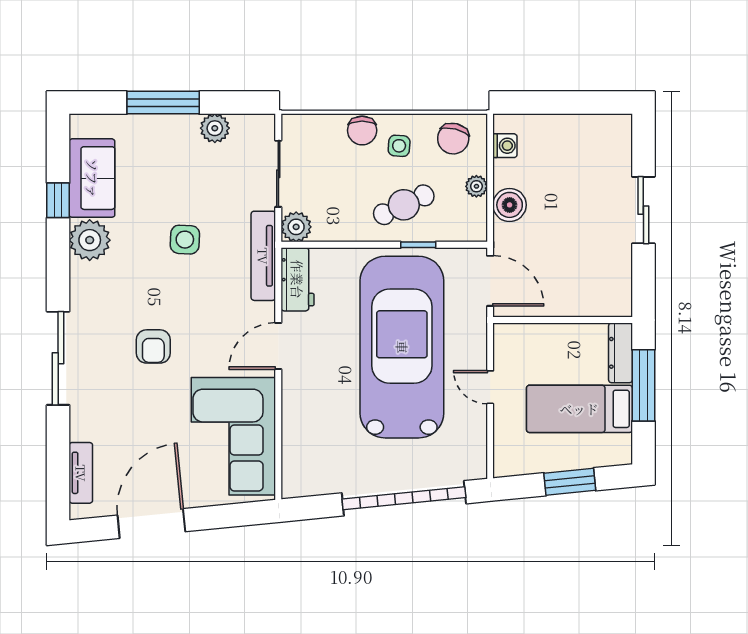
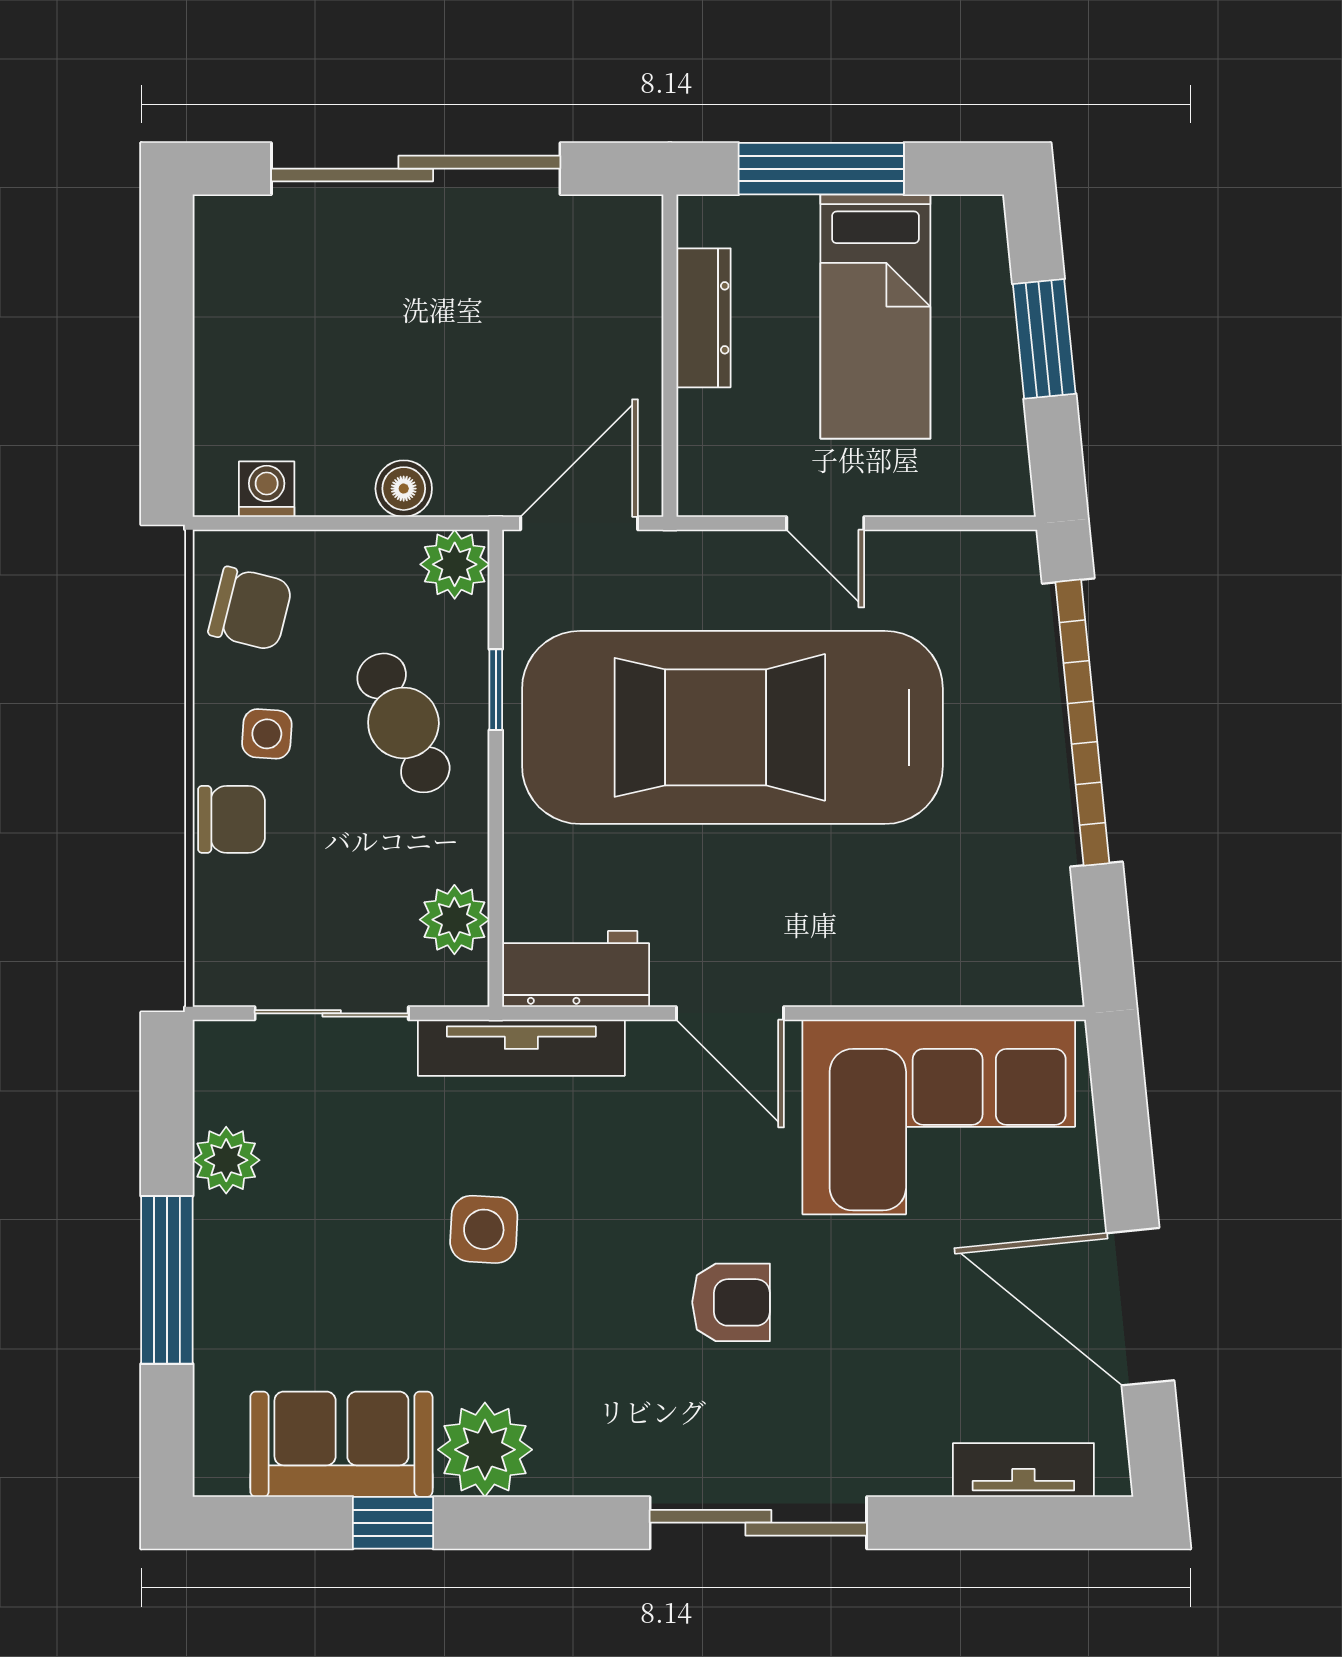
plant: (476, 186) -> (455, 564), moved, width x1.38, depth x1.38
boiler: (510, 205) -> (404, 489), width x0.73, depth x0.73
sliding door: (643, 210) -> (416, 169), width x1.86
plant: (296, 227) -> (454, 920), moved
dresser: (621, 353) -> (703, 318), moved, turned -90
door: (490, 387) -> (825, 523), hinge flipped

